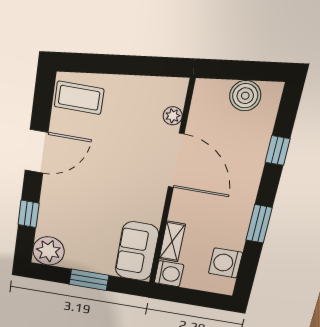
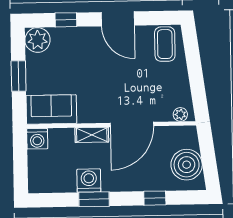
boiler: (245, 96) -> (187, 165), width x1.37, depth x1.37
plant: (173, 116) -> (180, 114), moved
shelving: (172, 242) -> (92, 135), moved
washing machine: (226, 263) -> (89, 181), moved

